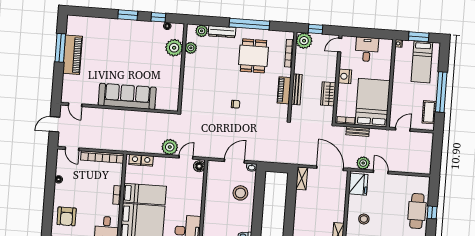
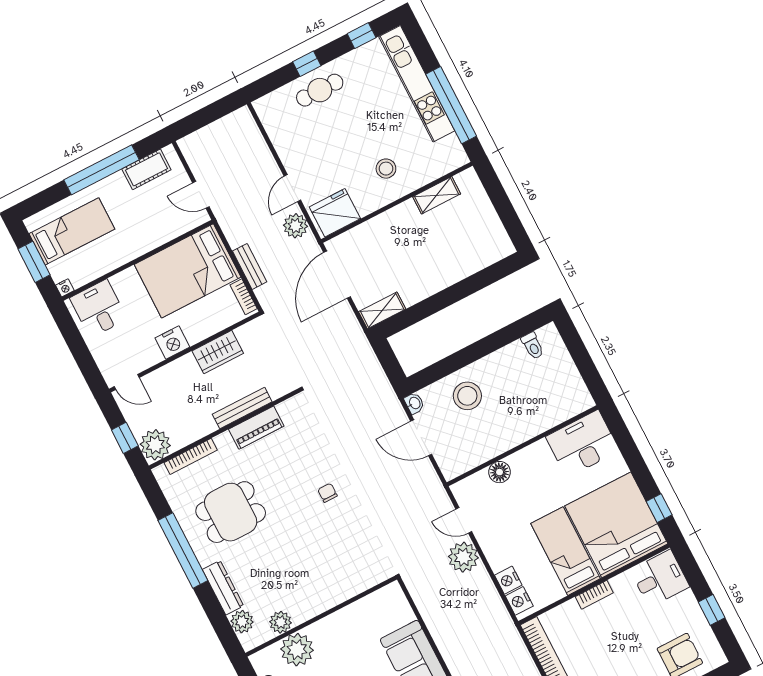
desk: (367, 49) -> (99, 309), moved, turned 90
floor lamp: (199, 166) -> (500, 472), moved
cafe table: (417, 211) -> (320, 90), width x0.73, depth x0.74

